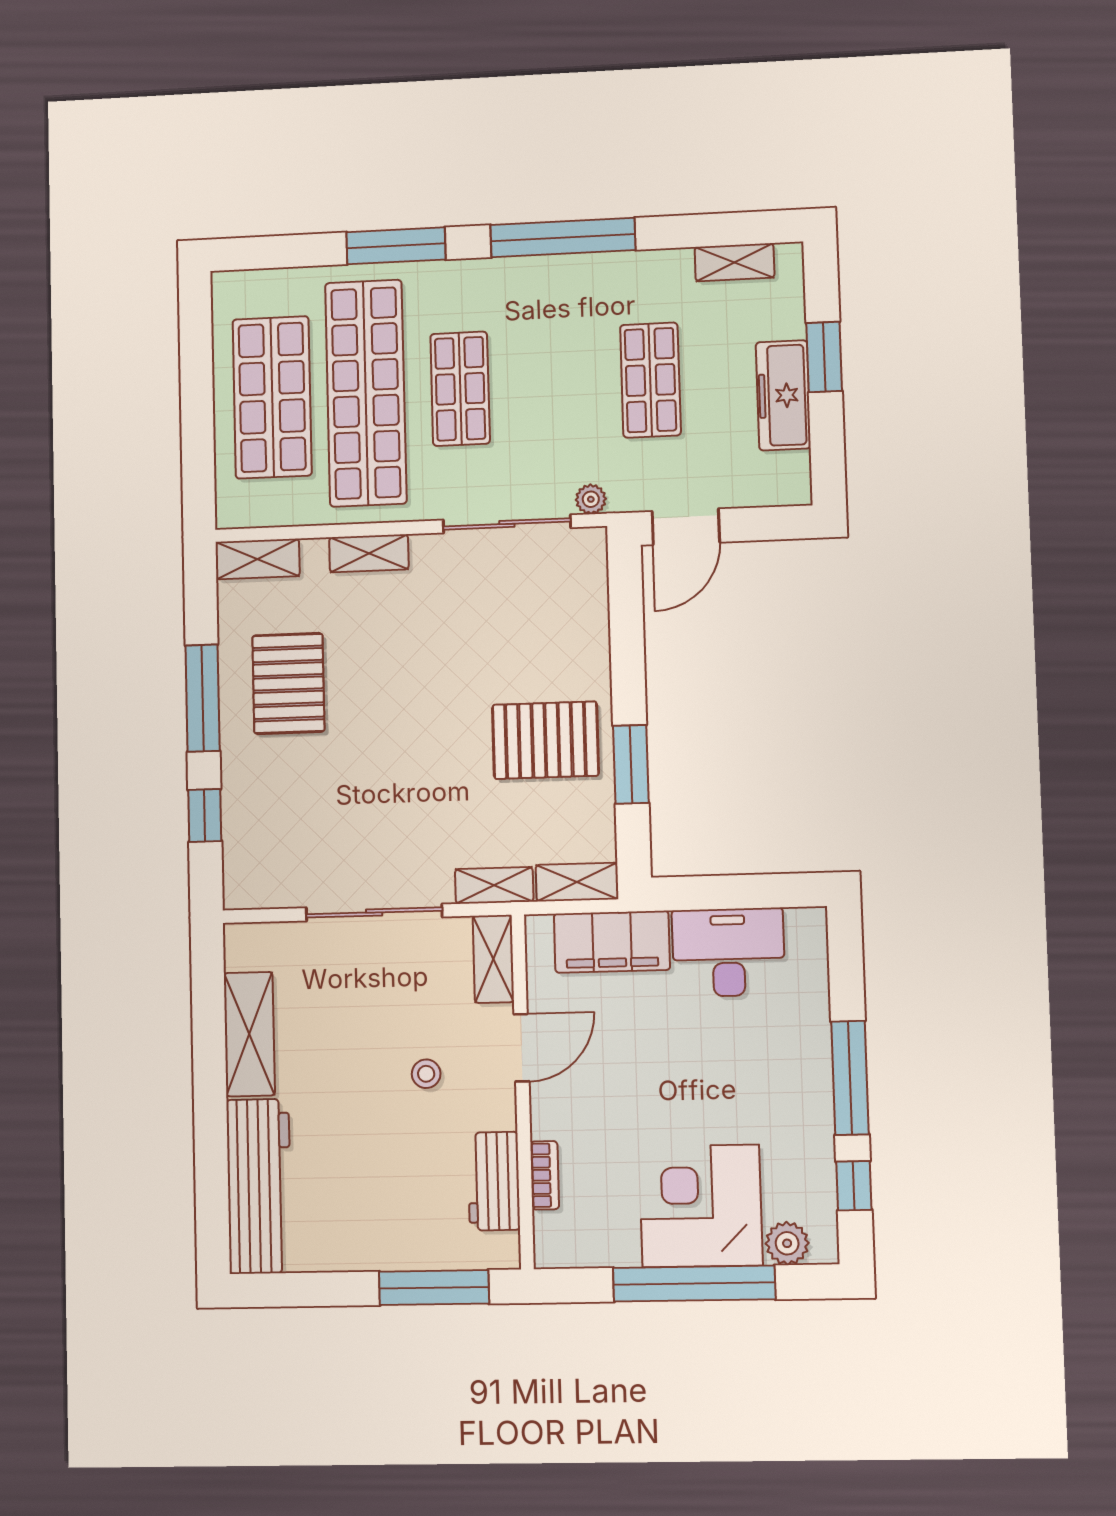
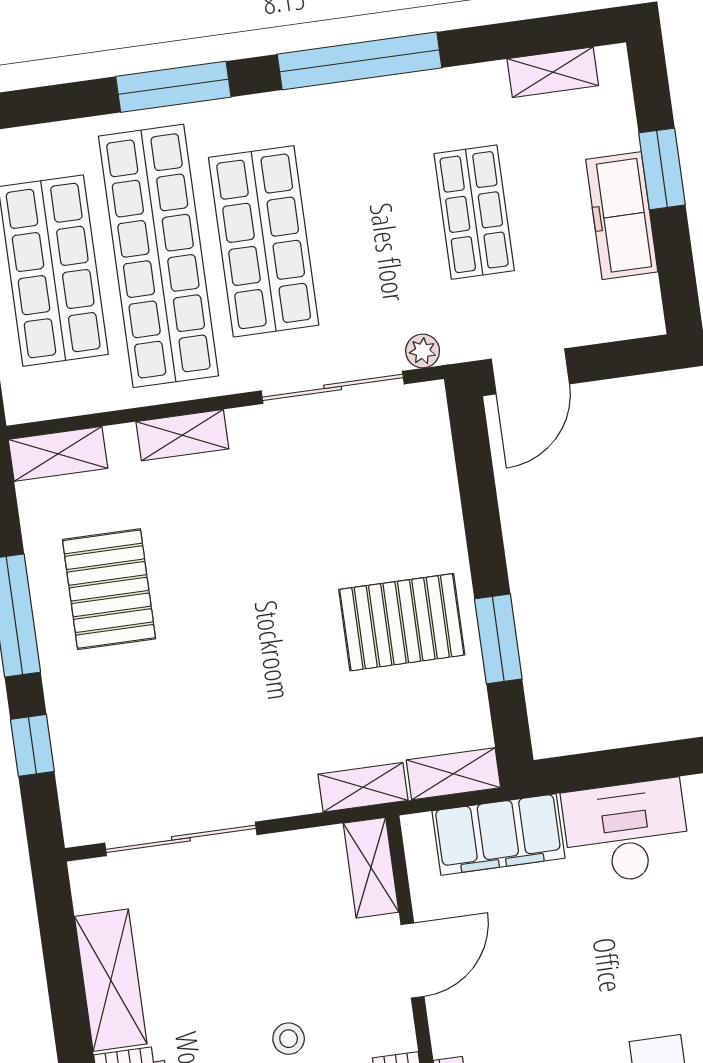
shop shelf: (460, 389) -> (264, 241), width x1.43, depth x1.36
sliding door: (374, 912) -> (181, 839), moved
stool: (426, 1074) -> (289, 1039), moved

